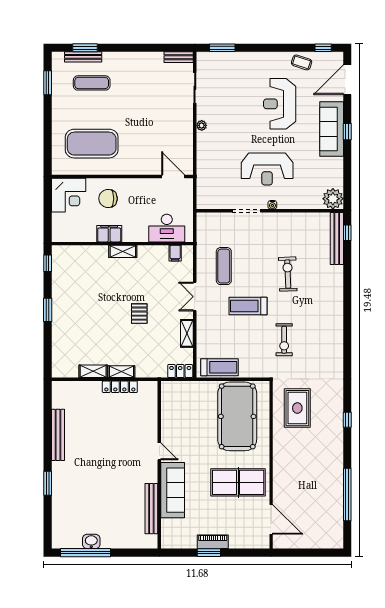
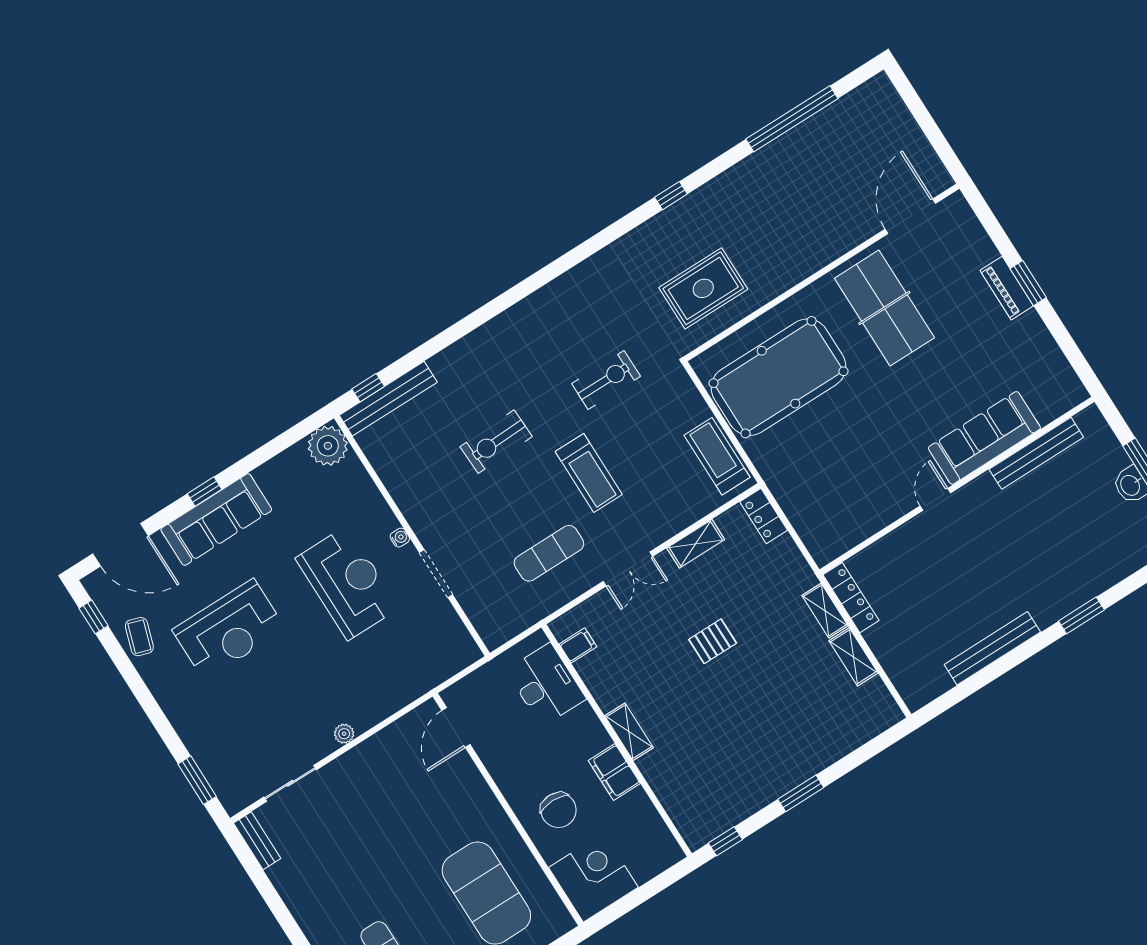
door: (159, 451) -> (935, 499), moved
wall: (159, 465) -> (957, 486), moved
sofa: (173, 490) -> (984, 438), moved
bench: (151, 509) -> (1036, 453), moved

